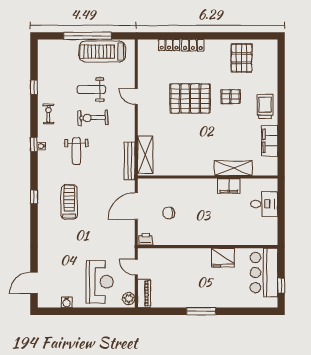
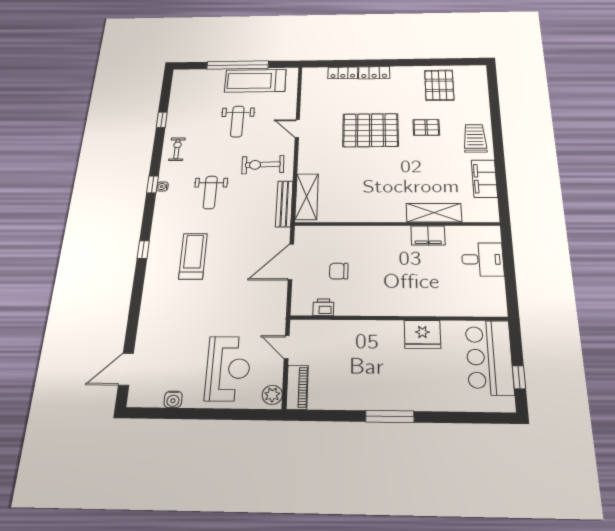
weight bench: (91, 90) -> (237, 121), turned -90
exercise bike: (93, 118) -> (263, 165), moved
printer: (146, 239) -> (323, 307), moved

